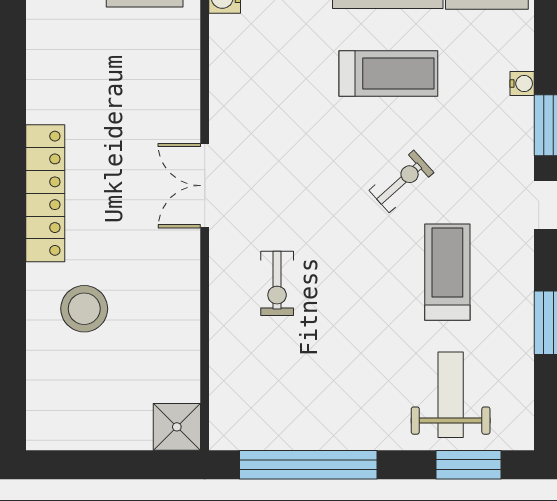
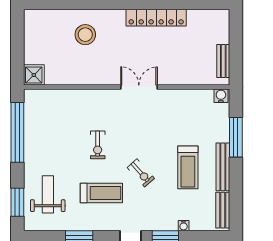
locker: (45, 193) -> (156, 18), moved
exercise bike: (277, 283) -> (98, 145), moved, turned -90
weight bench: (451, 395) -> (48, 194), turned -90

